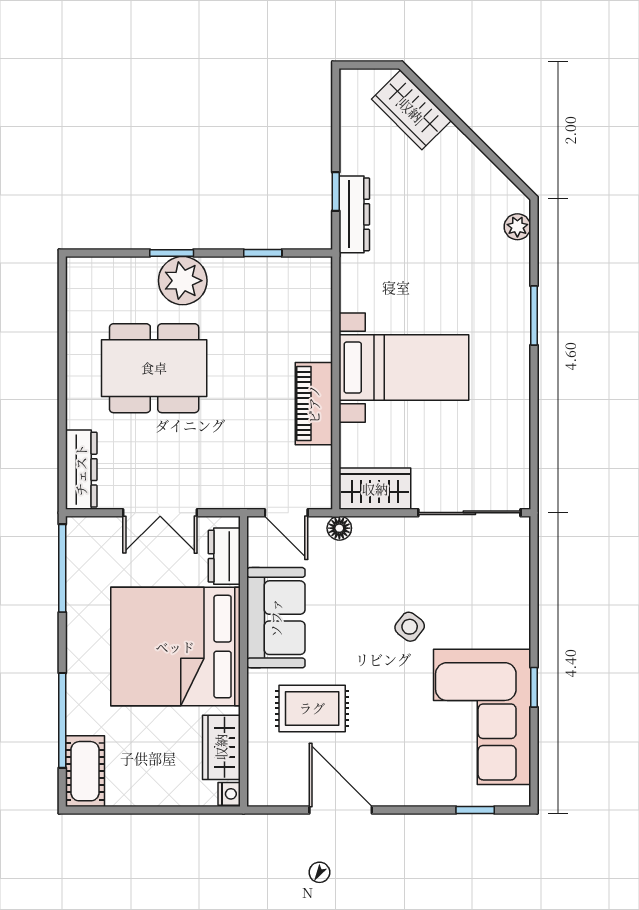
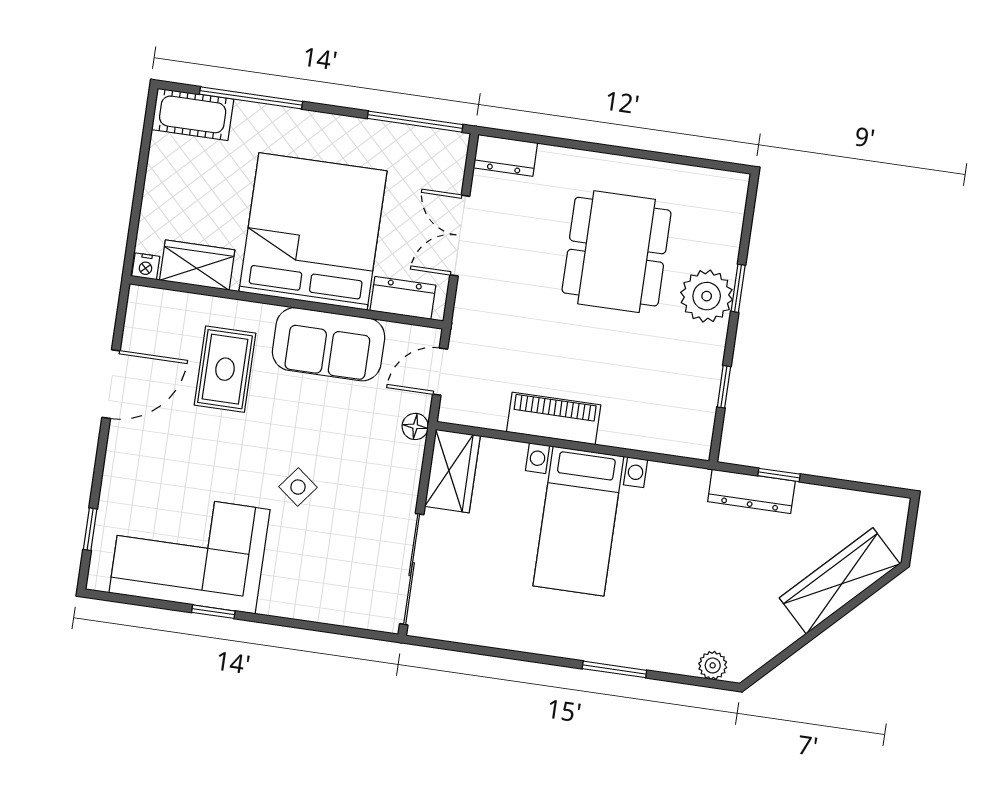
wardrobe: (411, 110) -> (840, 581), width x1.50
dresser: (81, 470) -> (505, 155), width x0.70

